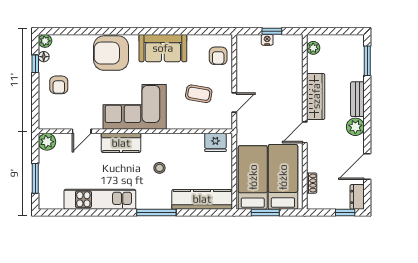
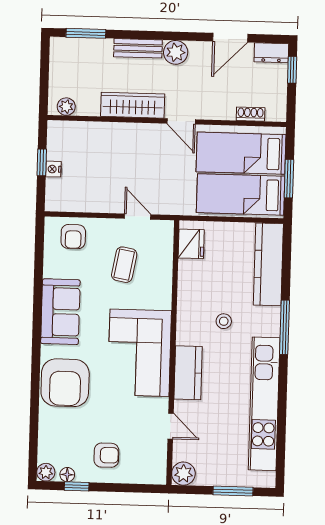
armchair: (218, 56) -> (73, 237), turned 90
door: (367, 167) -> (230, 38), hinge flipped
kitchen unit: (100, 199) -> (264, 404), width x1.36

